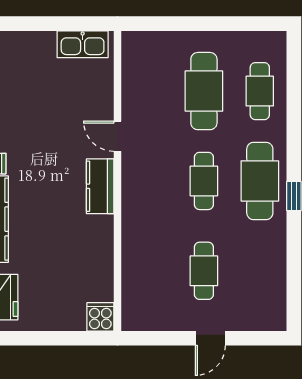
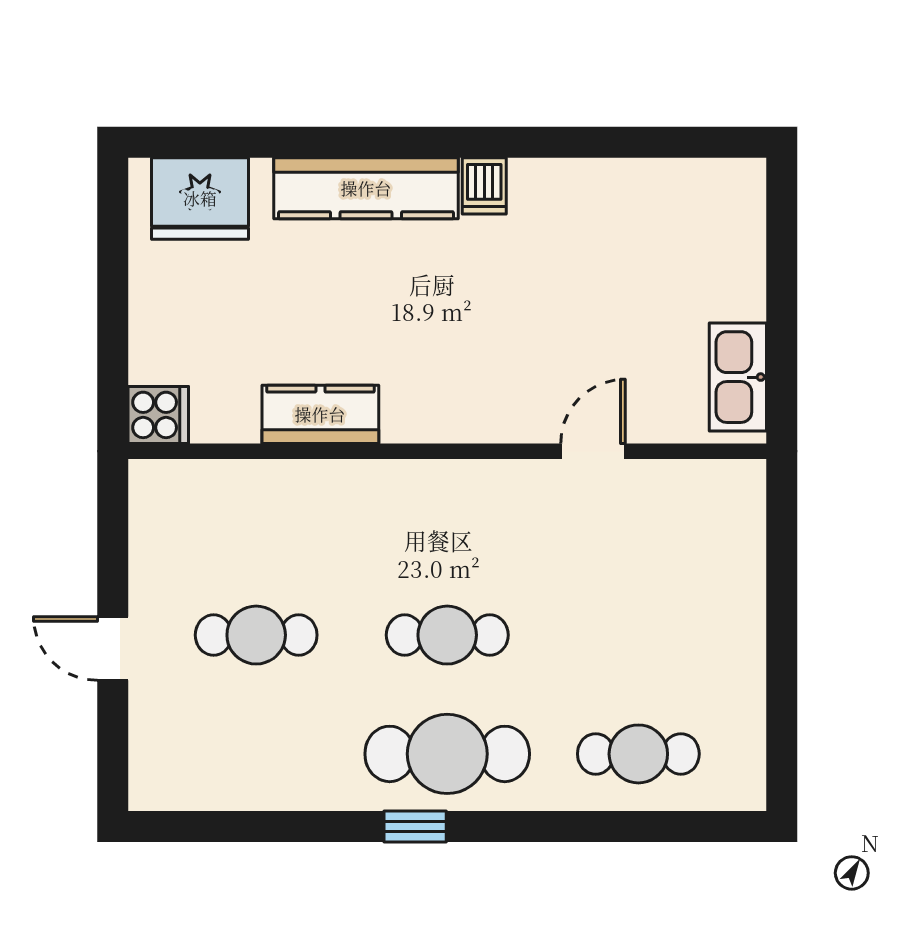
cafe table: (204, 91) -> (638, 635), removed
door: (117, 136) -> (593, 451), moved
kitchen counter: (100, 186) -> (320, 414), moved

